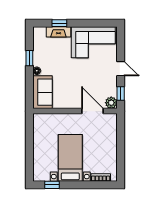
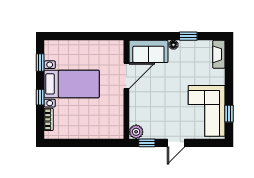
window: (59, 23) -> (229, 114), moved
fireplace: (58, 32) -> (219, 54), moved
door: (93, 111) -> (126, 76), moved
window: (82, 185) -> (40, 97), added

